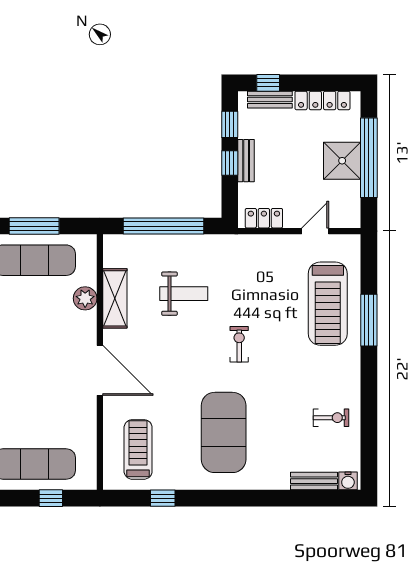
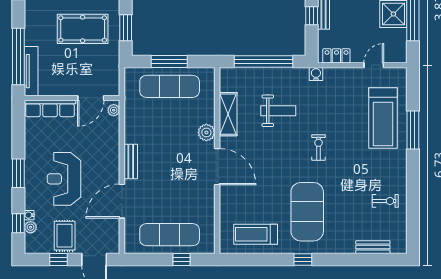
plant: (85, 298) -> (206, 132), moved
treadmill: (138, 449) -> (256, 234), moved, turned -90
water cooler: (348, 481) -> (316, 74), moved, turned 180
window: (163, 498) -> (303, 259), moved

